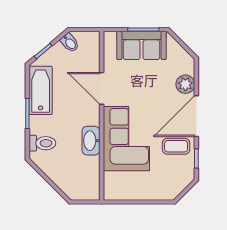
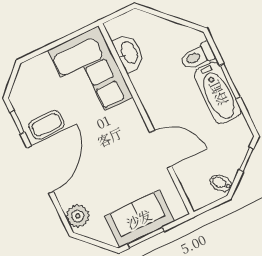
plant: (185, 84) -> (78, 216), moved
bathtub: (41, 90) -> (218, 93), moved
corner sofa: (126, 139) -> (90, 74), moved
washbasin: (91, 141) -> (129, 53), moved

